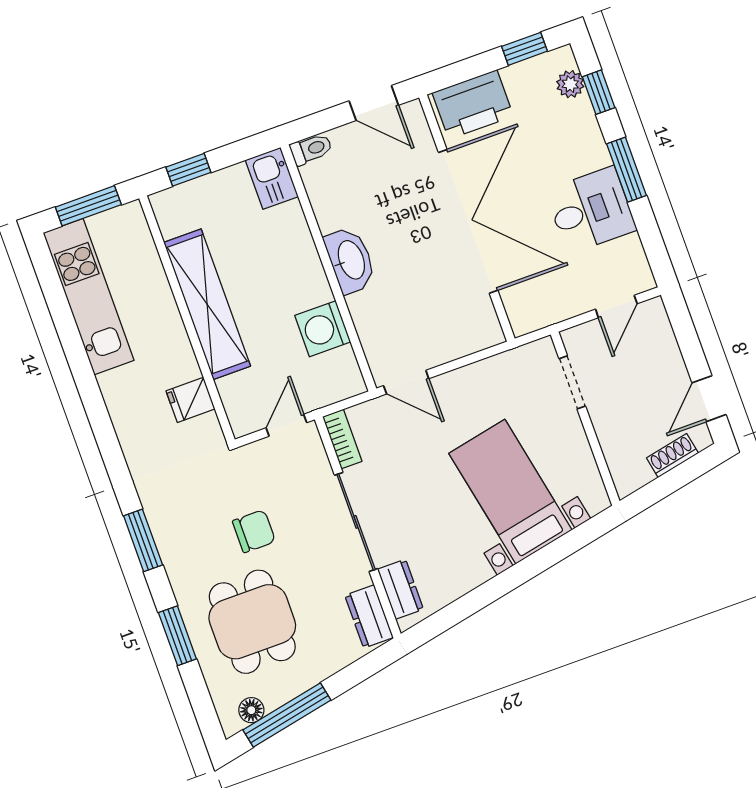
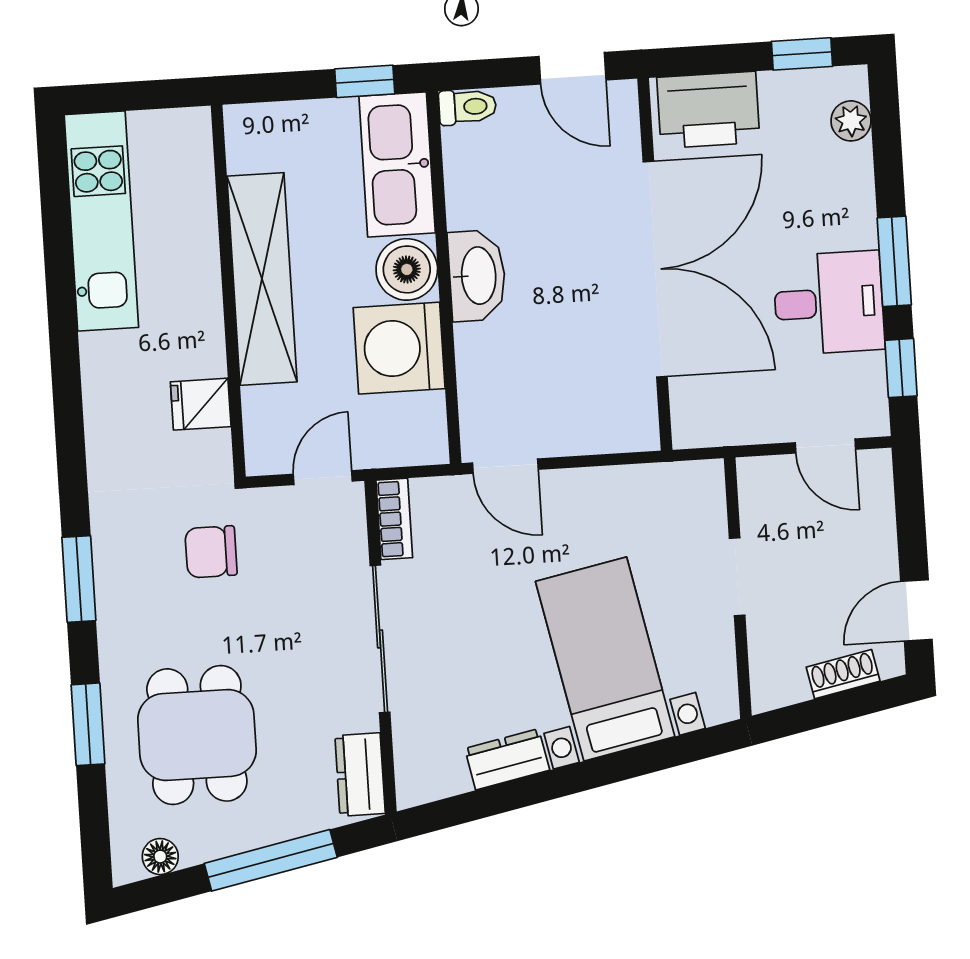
window: (599, 92) -> (901, 368), moved
window: (188, 170) -> (365, 81), moved
kitchen sink: (272, 178) -> (397, 165), width x1.88, depth x1.24
window: (88, 206) -> (138, 96), removed
boiler: (302, 270) -> (407, 269), added
door: (616, 306) -> (825, 446), hinge flipped
washing machine: (323, 329) -> (399, 348), width x1.37, depth x1.37
doorway: (572, 382) -> (737, 577), moved
chair: (254, 531) -> (211, 552), moved, turned 180
dresser: (400, 589) -> (507, 759), moved, turned -101
window: (287, 715) -> (271, 860), moved

